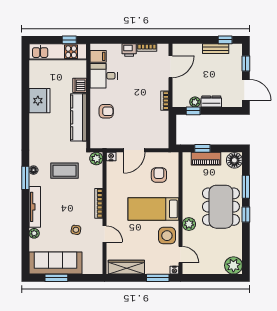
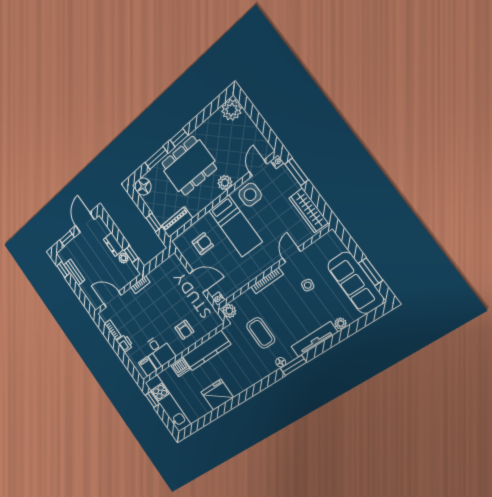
armchair: (106, 111) -> (184, 330), turned 180
piano: (206, 159) -> (177, 222), moved, turned -90
armchair: (159, 175) -> (203, 244), turned 180

